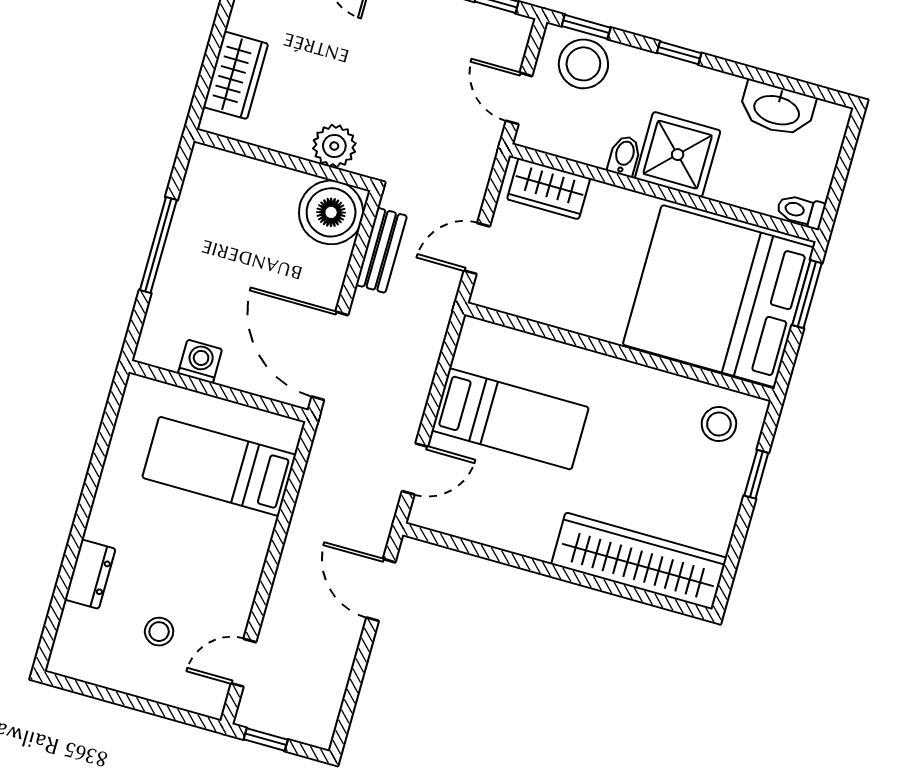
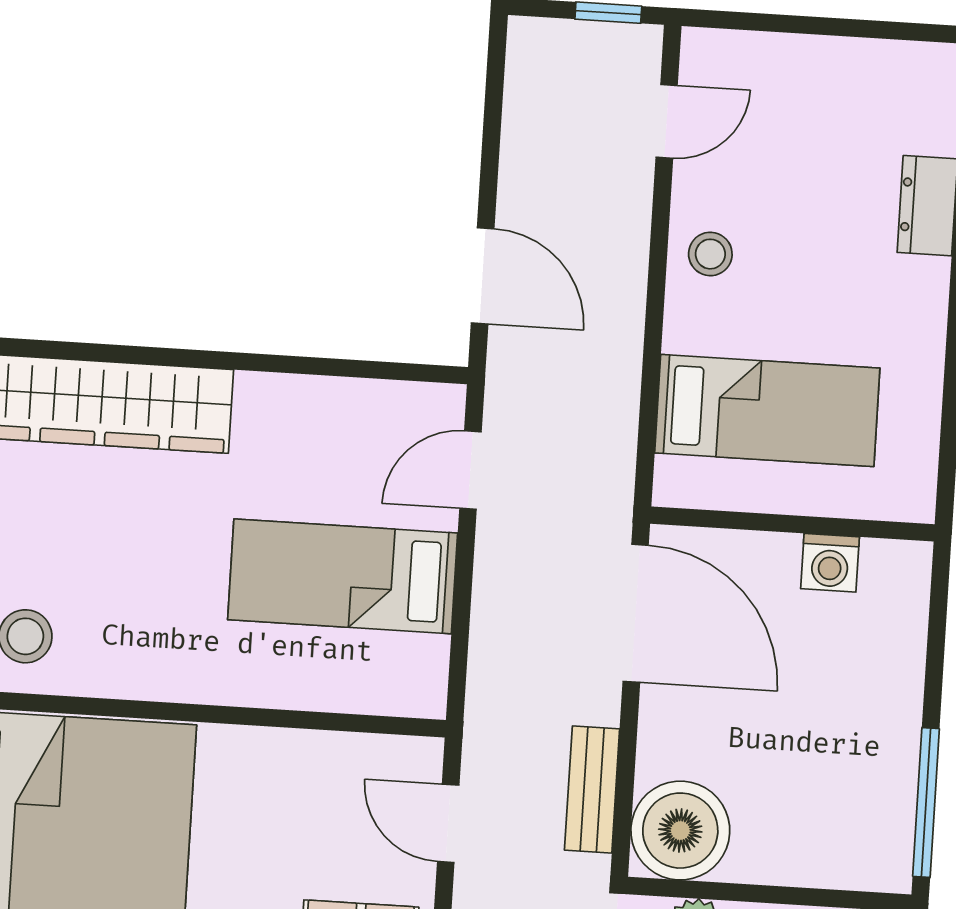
window: (158, 245) -> (926, 802), moved
door: (477, 248) -> (448, 823), swing flipped
stool: (159, 632) -> (710, 254), moved

